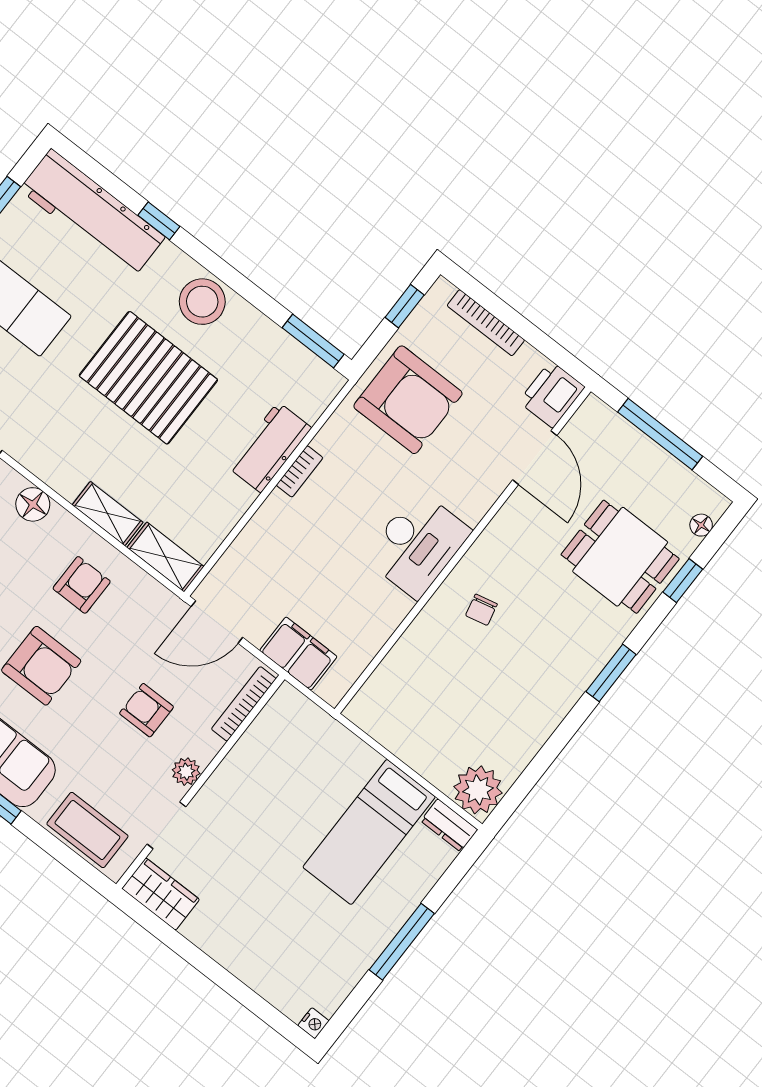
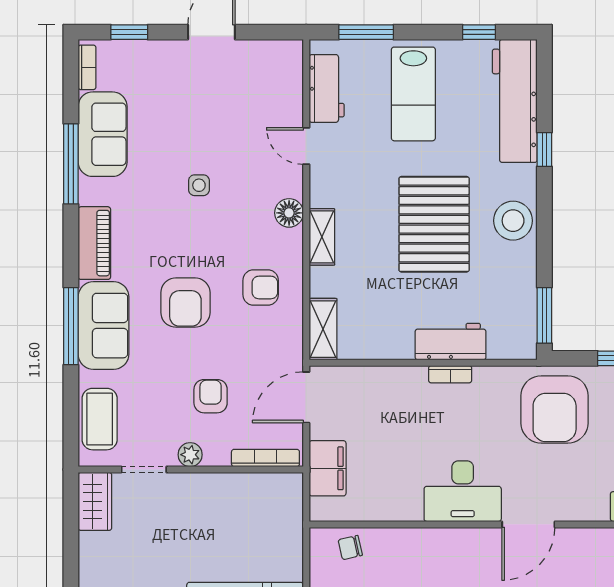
door: (535, 458) -> (528, 524), moved
shelving: (108, 514) -> (322, 237), moved
chair: (481, 610) -> (350, 548), moved
door: (217, 622) -> (306, 397), hinge flipped

